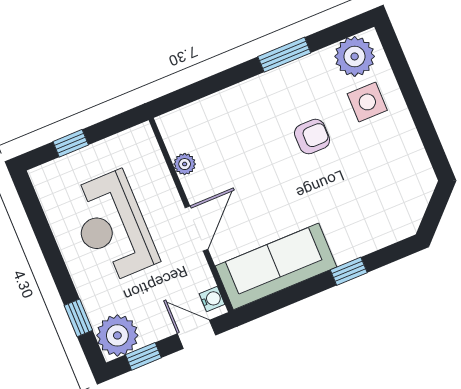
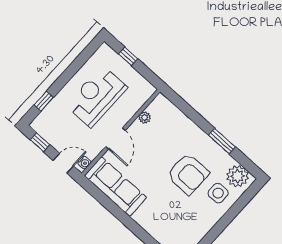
armchair: (312, 137) -> (188, 174), width x1.88, depth x1.88
door: (196, 229) -> (116, 138), hinge flipped
window: (349, 271) -> (130, 224), removed
door: (196, 334) -> (63, 163), hinge flipped
plant: (117, 335) -> (44, 124), removed

